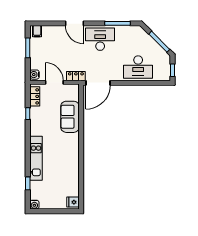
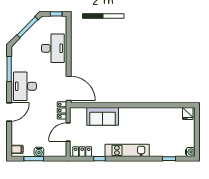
water cooler: (34, 75) -> (39, 152), moved
kitchen unit: (36, 158) -> (127, 150), moved

